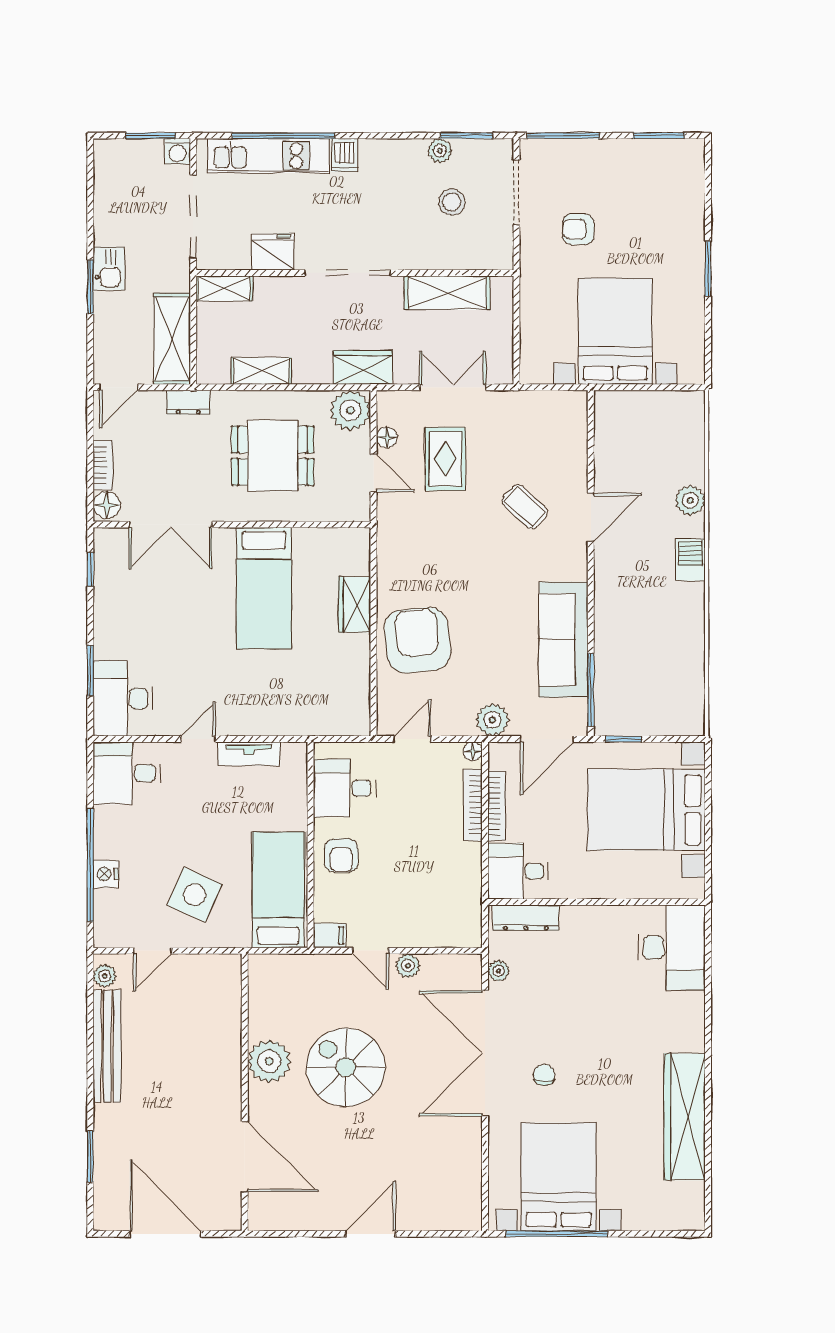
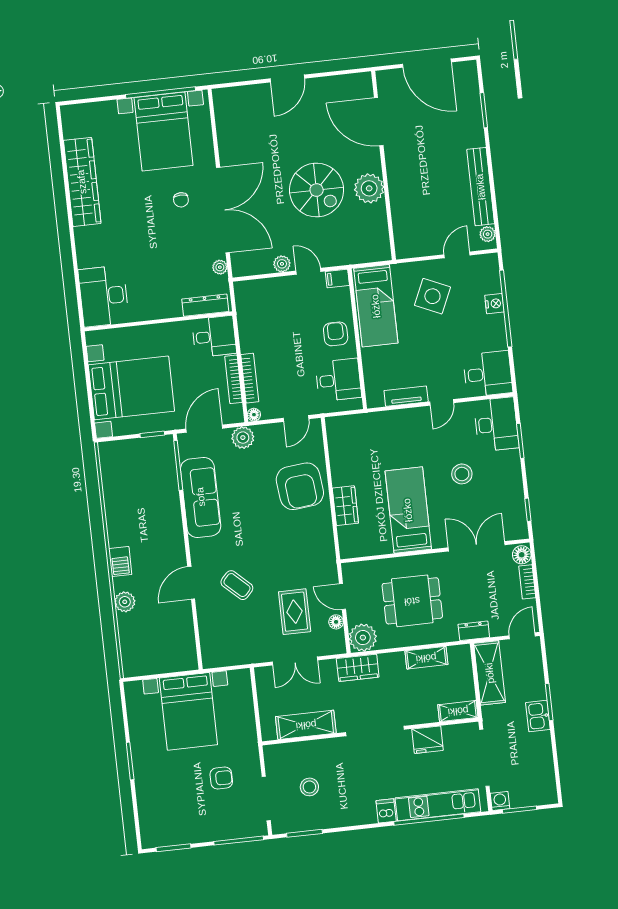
plant: (440, 151) -> (321, 821), removed
stool: (180, 632) -> (462, 474), added

